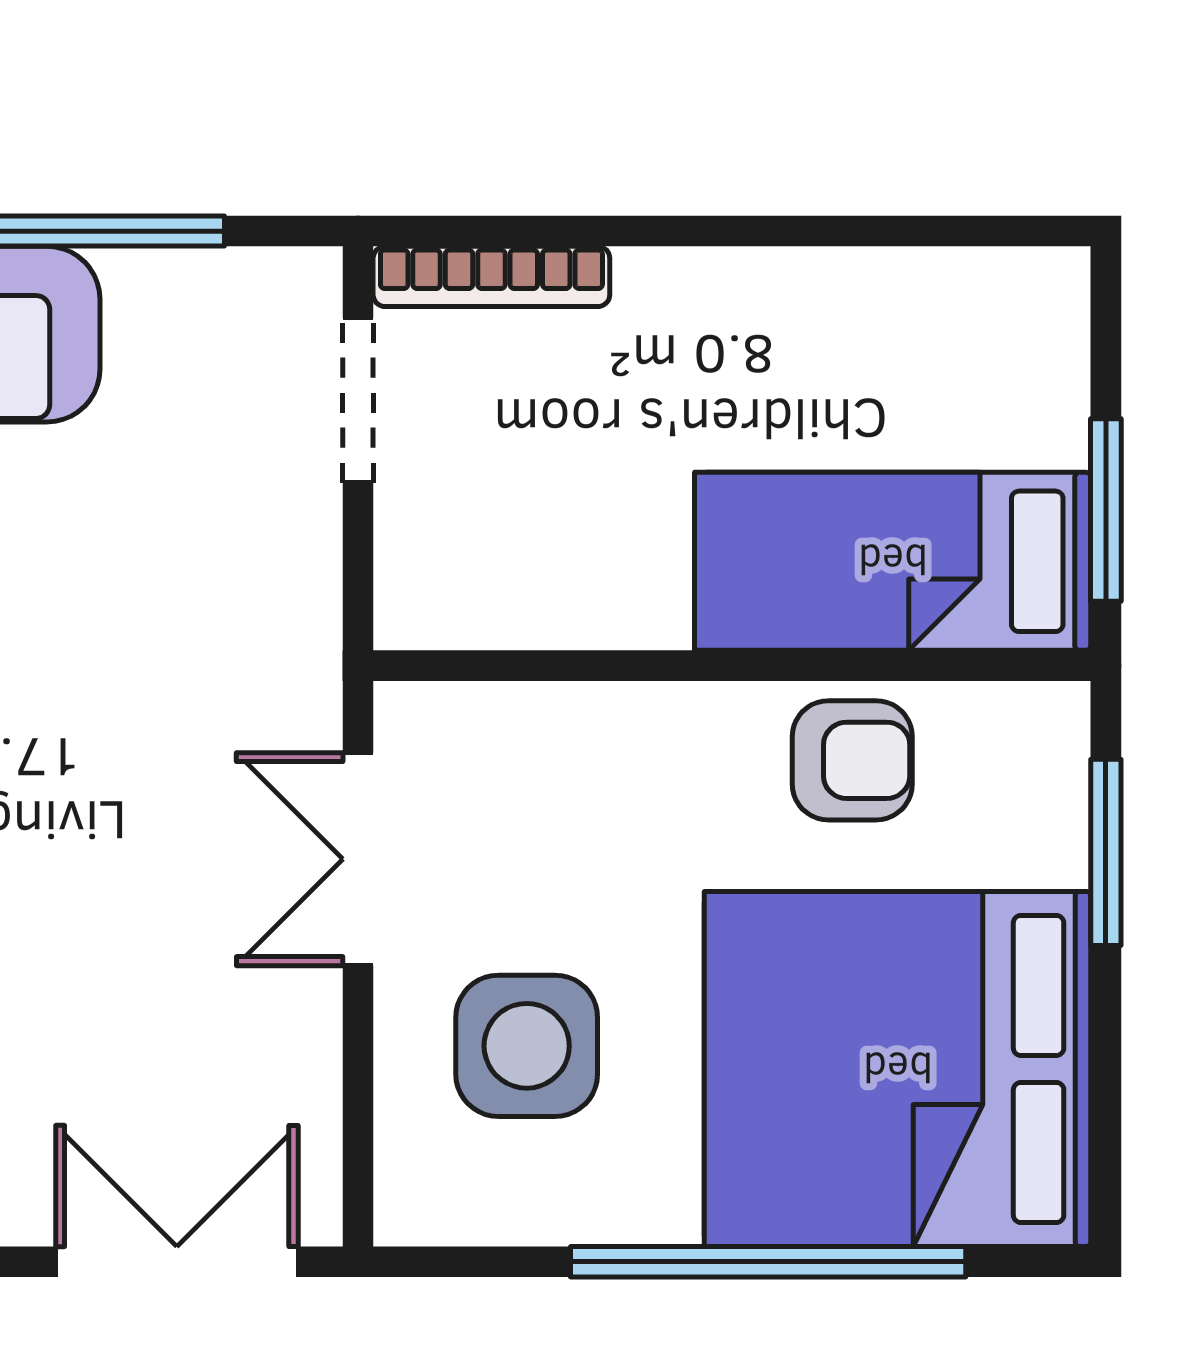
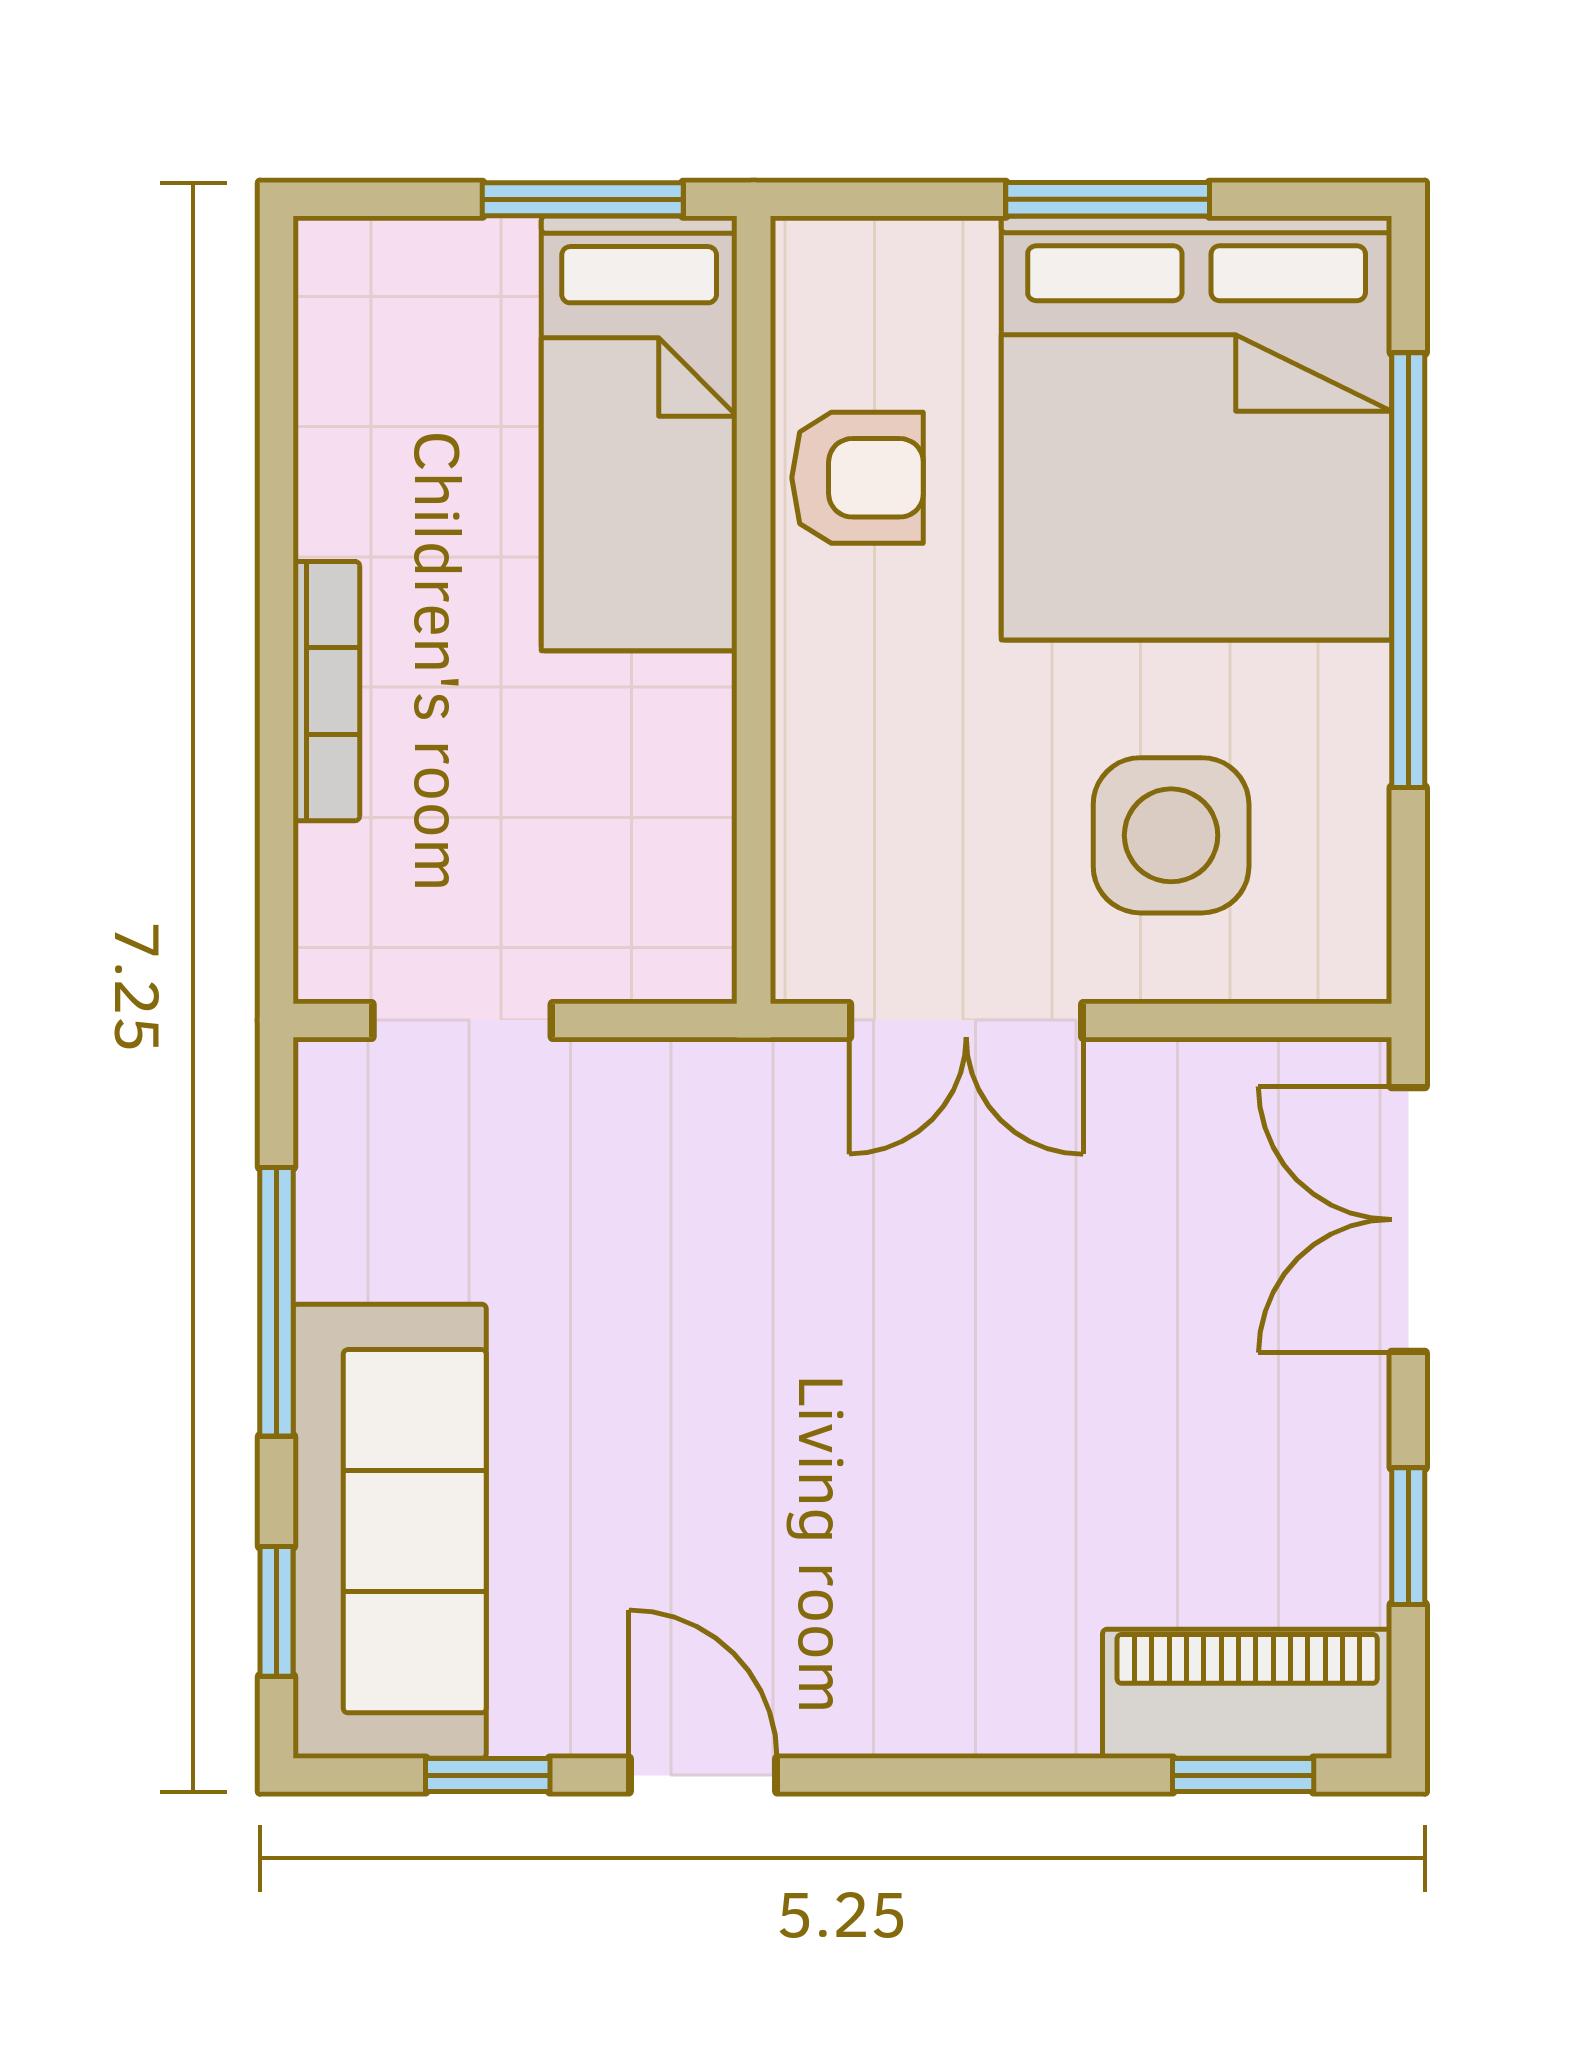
bookcase: (491, 276) -> (326, 691), moved
armchair: (852, 760) -> (858, 478), turned 90
window: (1106, 852) -> (1108, 199), moved

